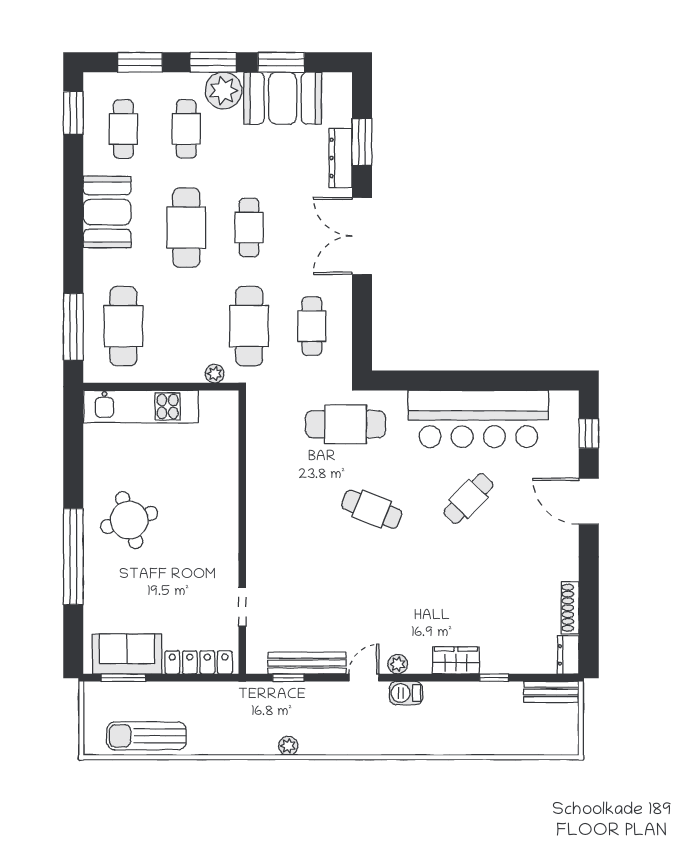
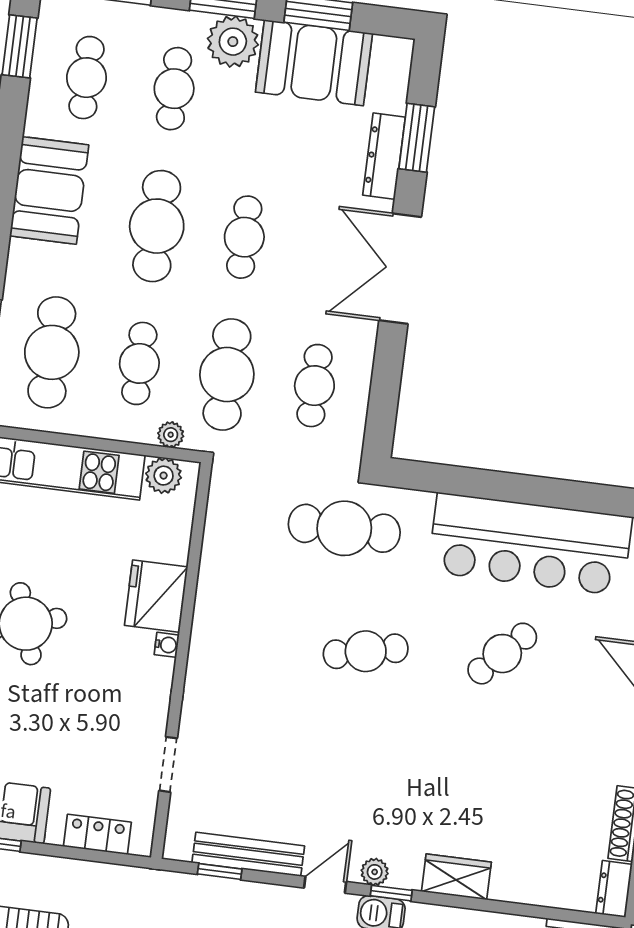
cafe table: (186, 326) -> (139, 363), added
plant: (213, 403) -> (164, 476), added
fridge: (219, 489) -> (156, 596), added
cafe table: (372, 509) -> (366, 651), turned -35
water cooler: (231, 522) -> (167, 645), added
locker: (199, 662) -> (97, 834), width x0.66
window: (494, 678) -> (391, 893), moved

